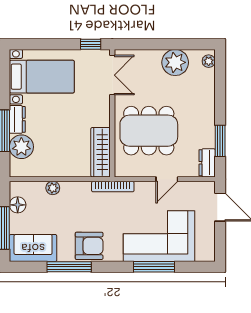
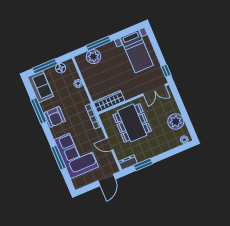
dresser: (17, 119) -> (108, 48), removed

